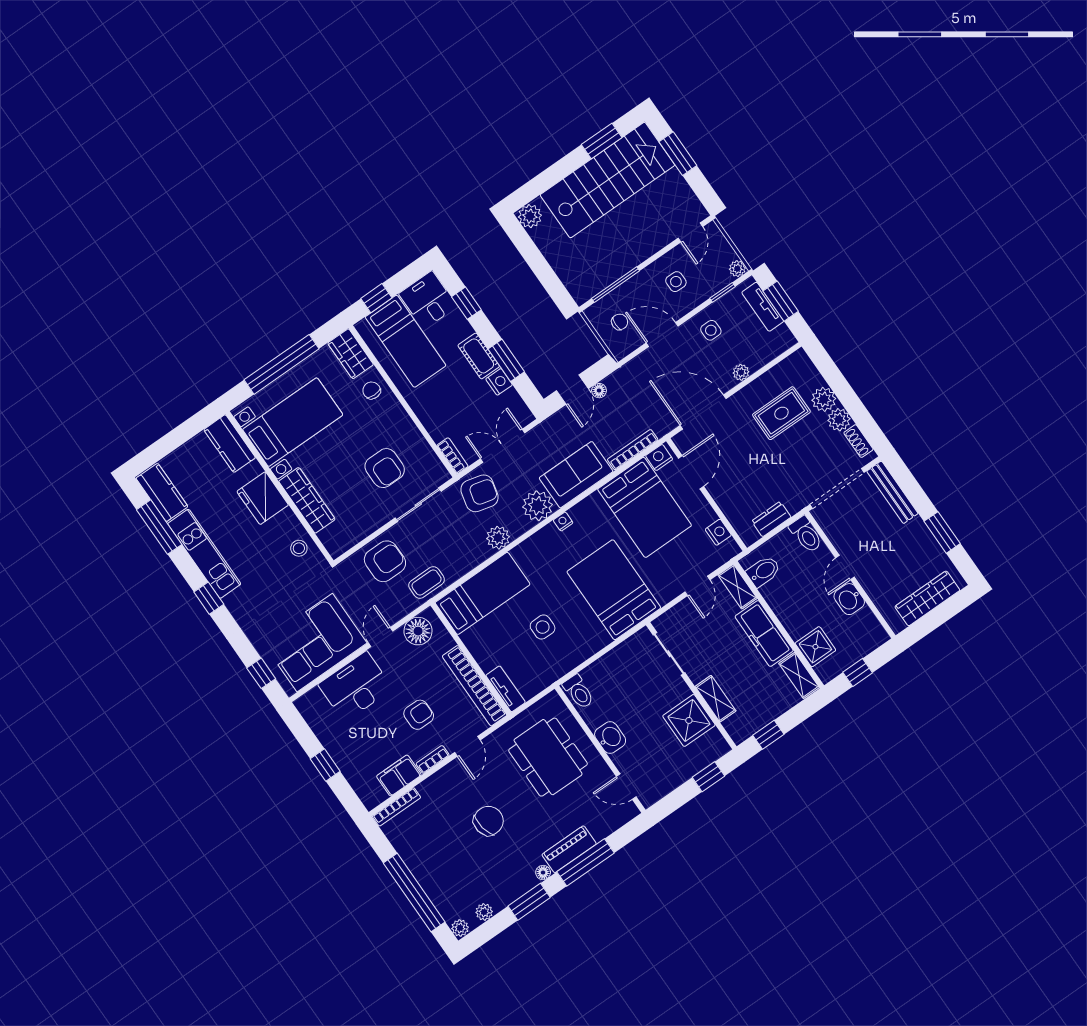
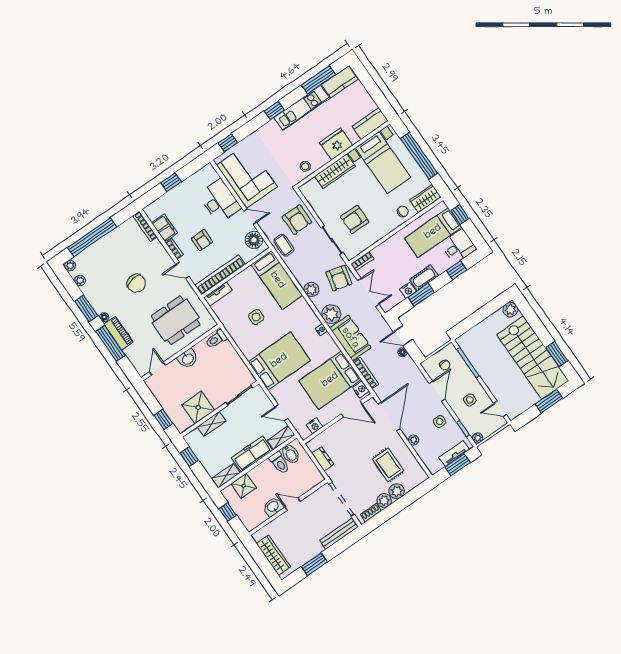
toilet: (806, 534) -> (279, 463), moved, turned -90

